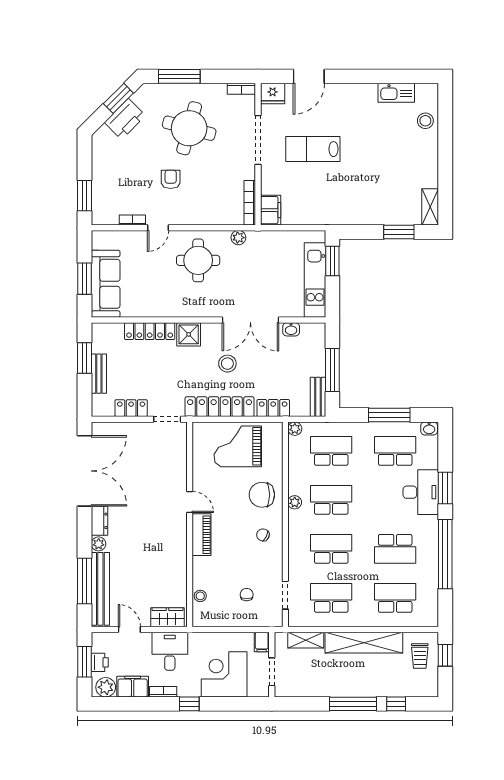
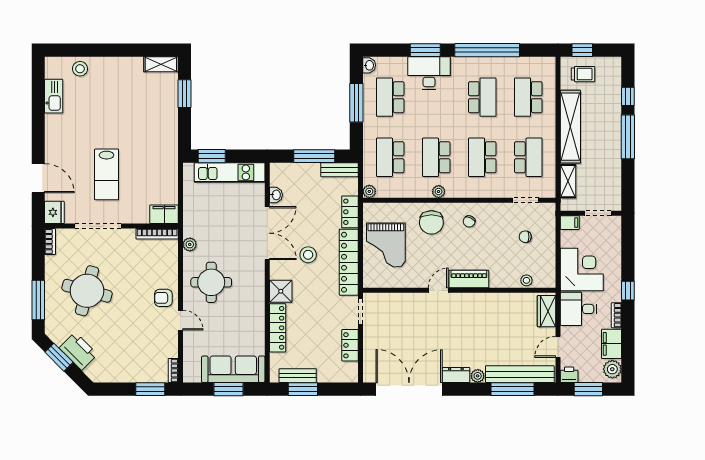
armchair: (171, 179) -> (163, 298), moved
bookcase: (132, 220) -> (173, 370), moved
bench: (99, 374) -> (298, 376), moved
school desk: (331, 598) -> (528, 157), turned 180
printer: (100, 662) -> (569, 375), moved
corner desk: (224, 674) -> (582, 270), moved, turned 180

